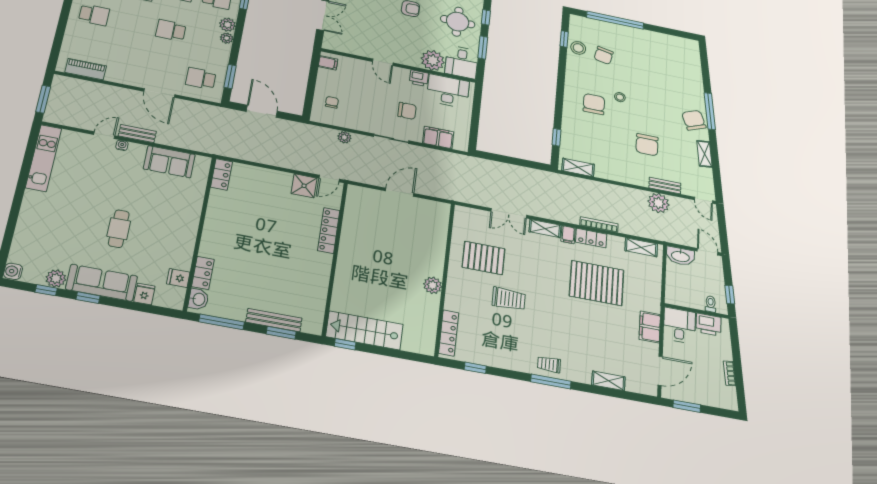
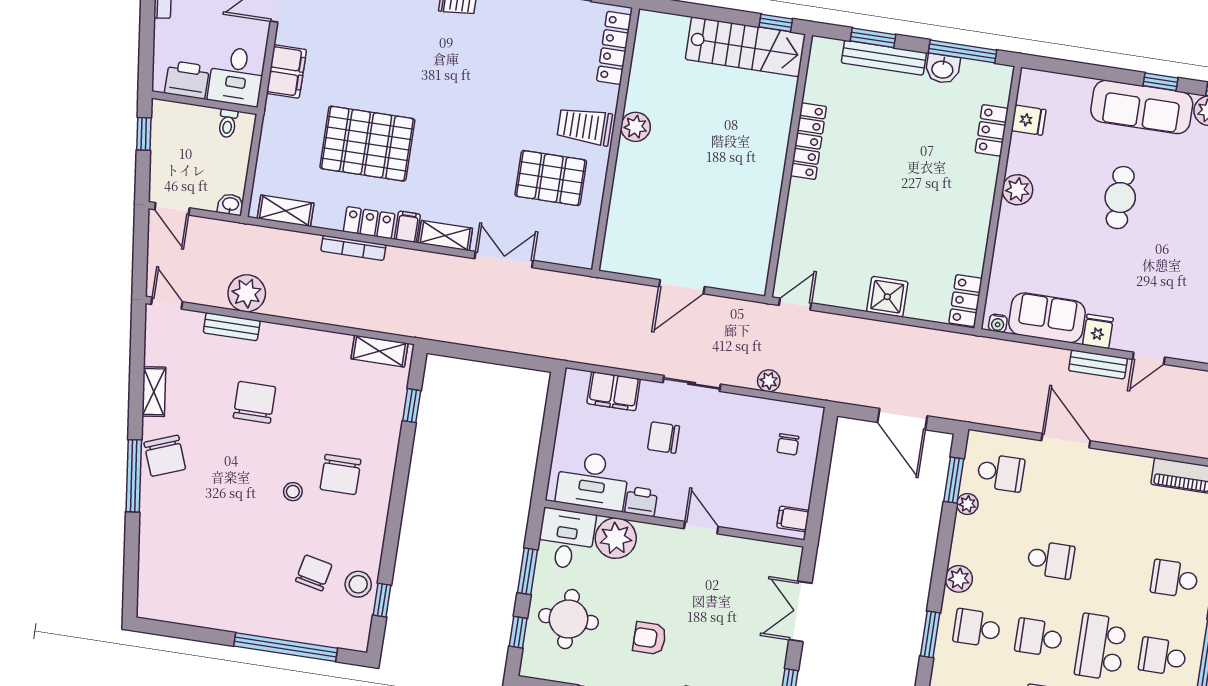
plant: (227, 38) -> (967, 504), moved
water cooler: (122, 145) -> (998, 323), moved
shower: (304, 186) -> (887, 297), moved
locker: (329, 230) -> (808, 141), moved
plant: (187, 237) -> (1017, 190), added
washbasin: (680, 256) -> (231, 204), width x0.52, depth x0.69
fridge: (144, 294) -> (1098, 331), moved, turned 180
washbasin: (198, 299) -> (942, 69), moved, turned -90
trolley: (509, 299) -> (585, 126), moved
toilet: (711, 304) -> (228, 123), moved

